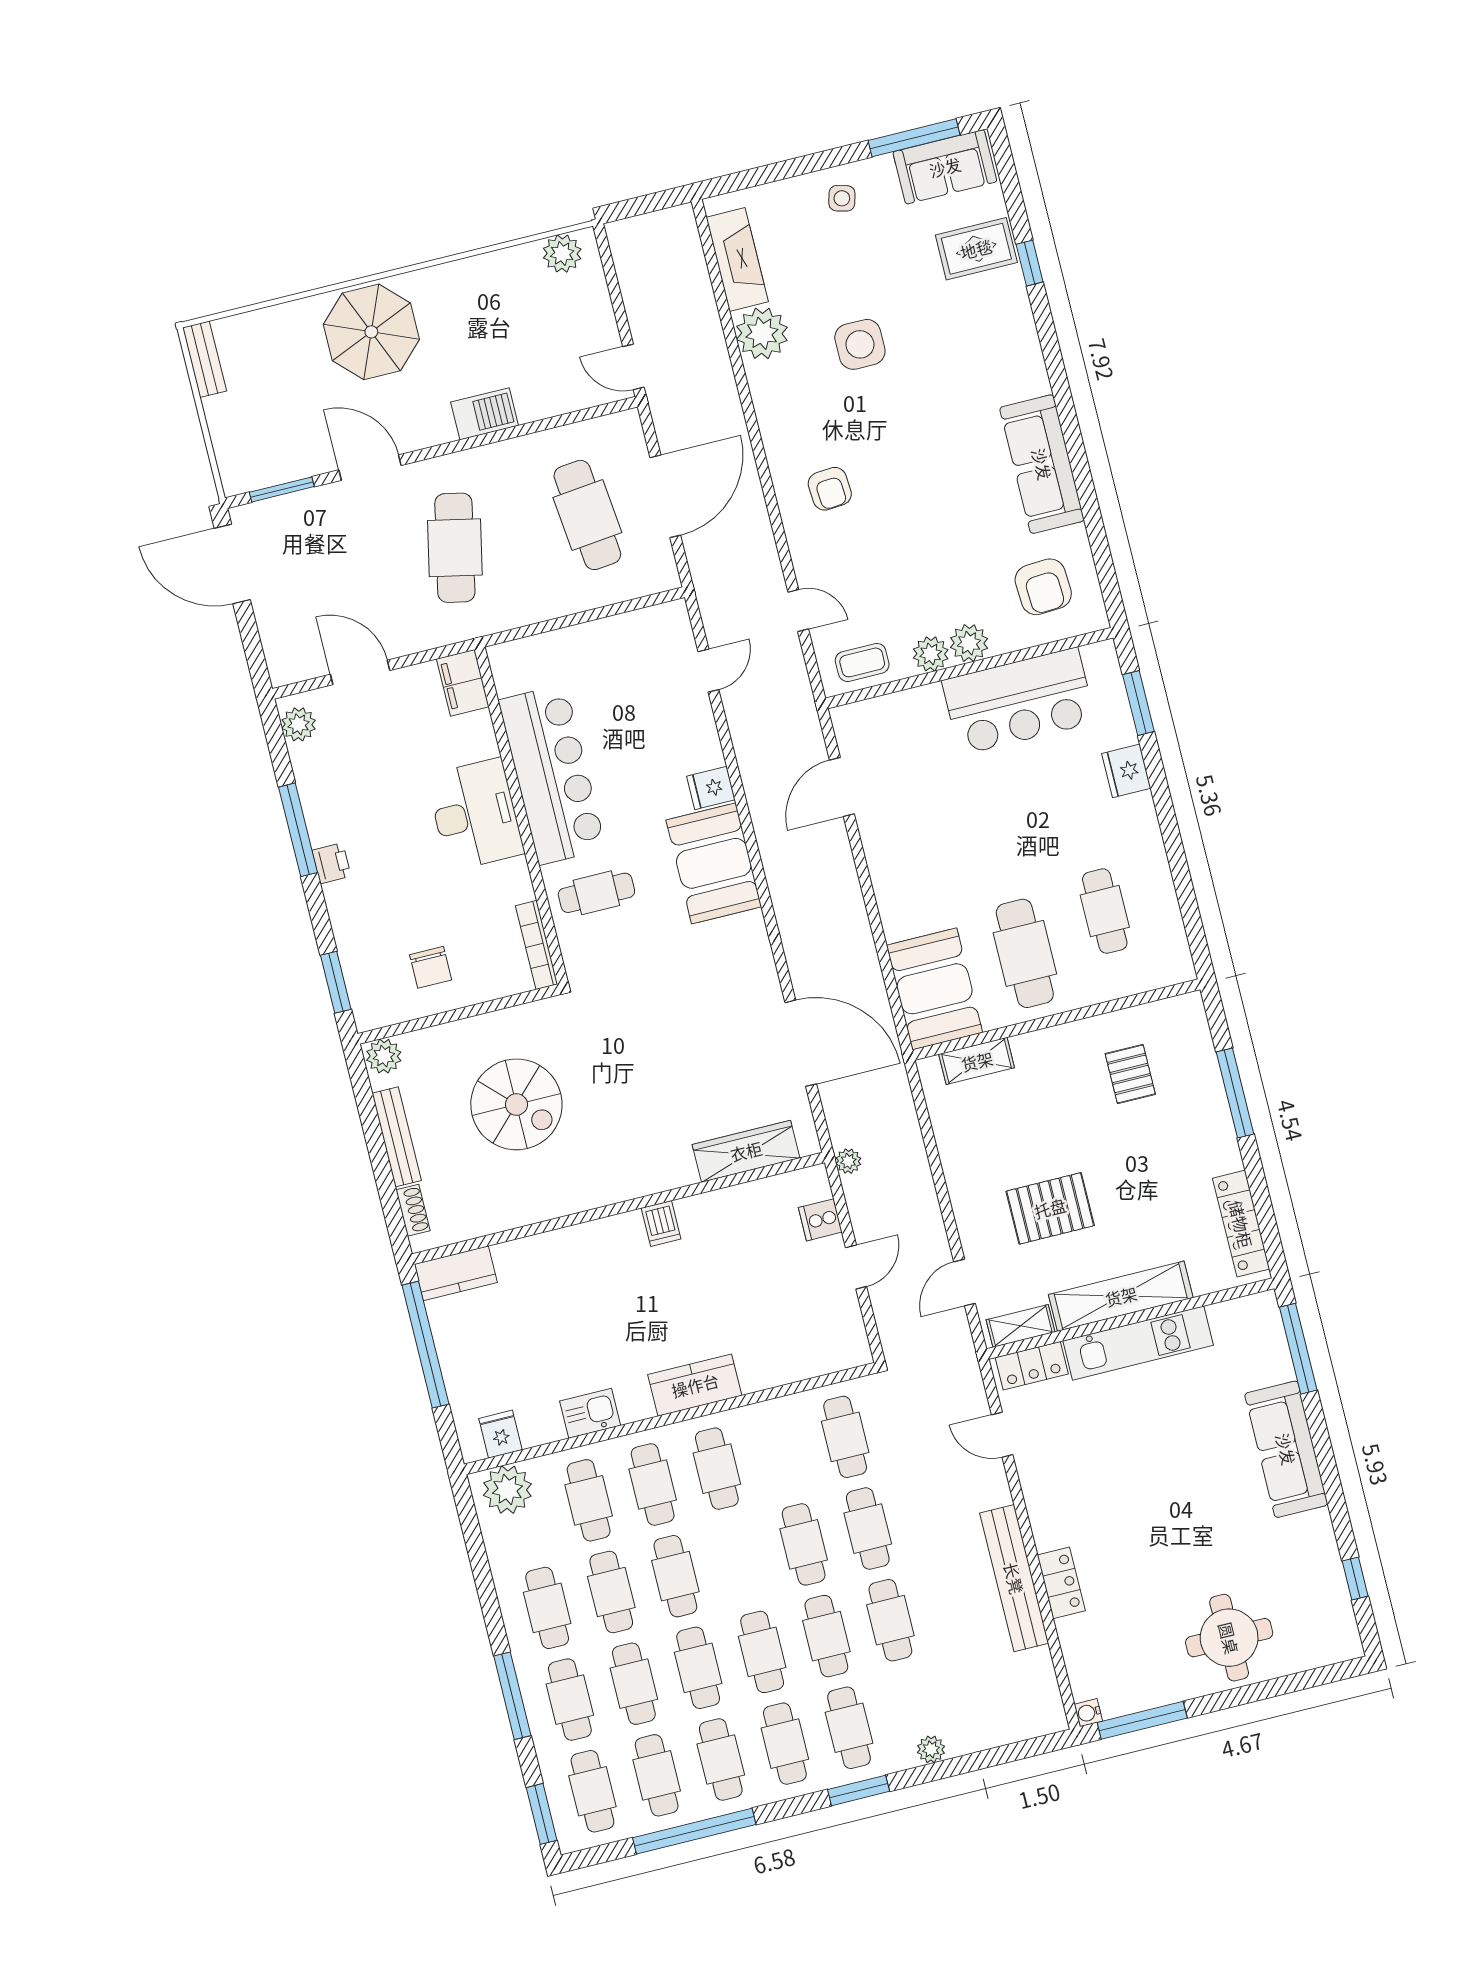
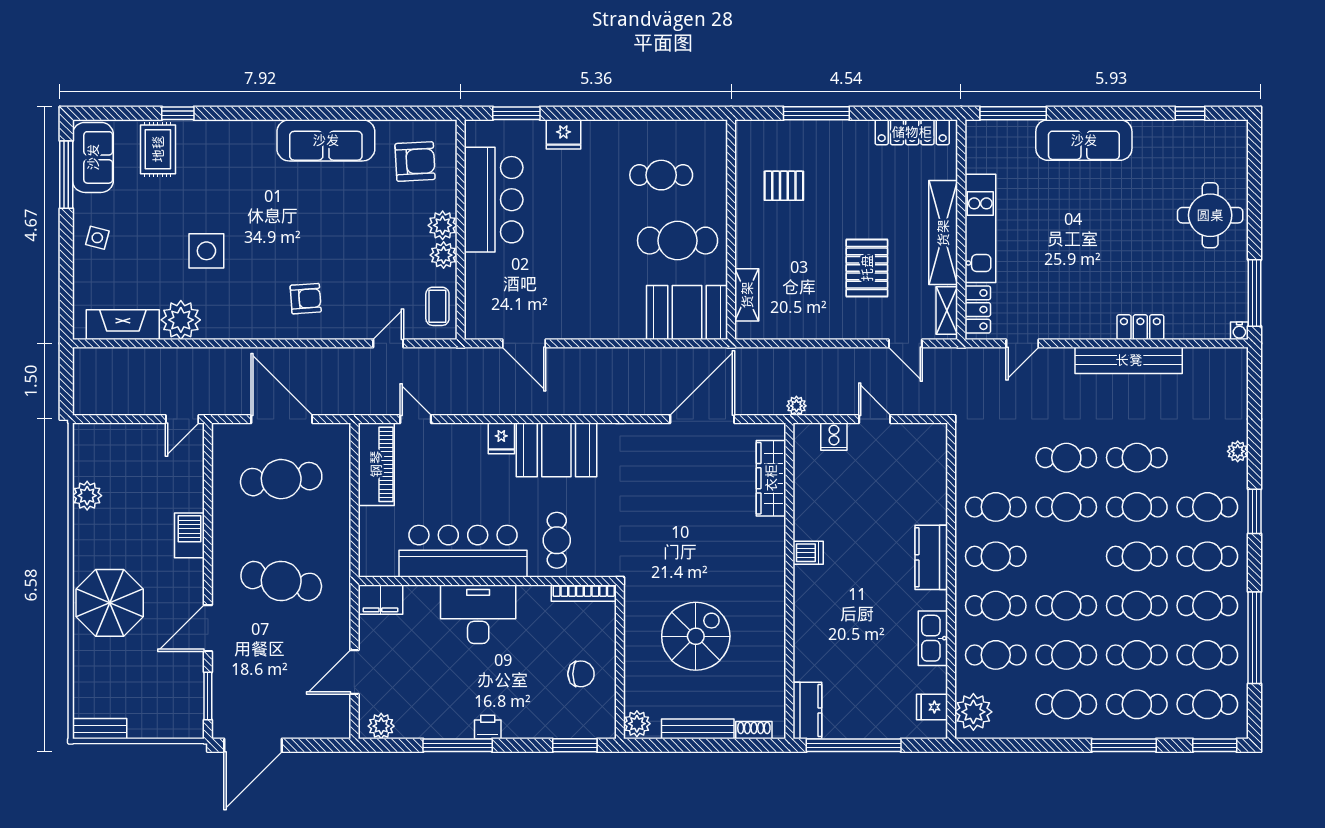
plant: (562, 254) -> (87, 496), moved
piano: (637, 634) -> (376, 464), added
kitchen sink: (590, 1413) -> (933, 638), width x1.38
cafe table: (845, 1437) -> (996, 507), moved

